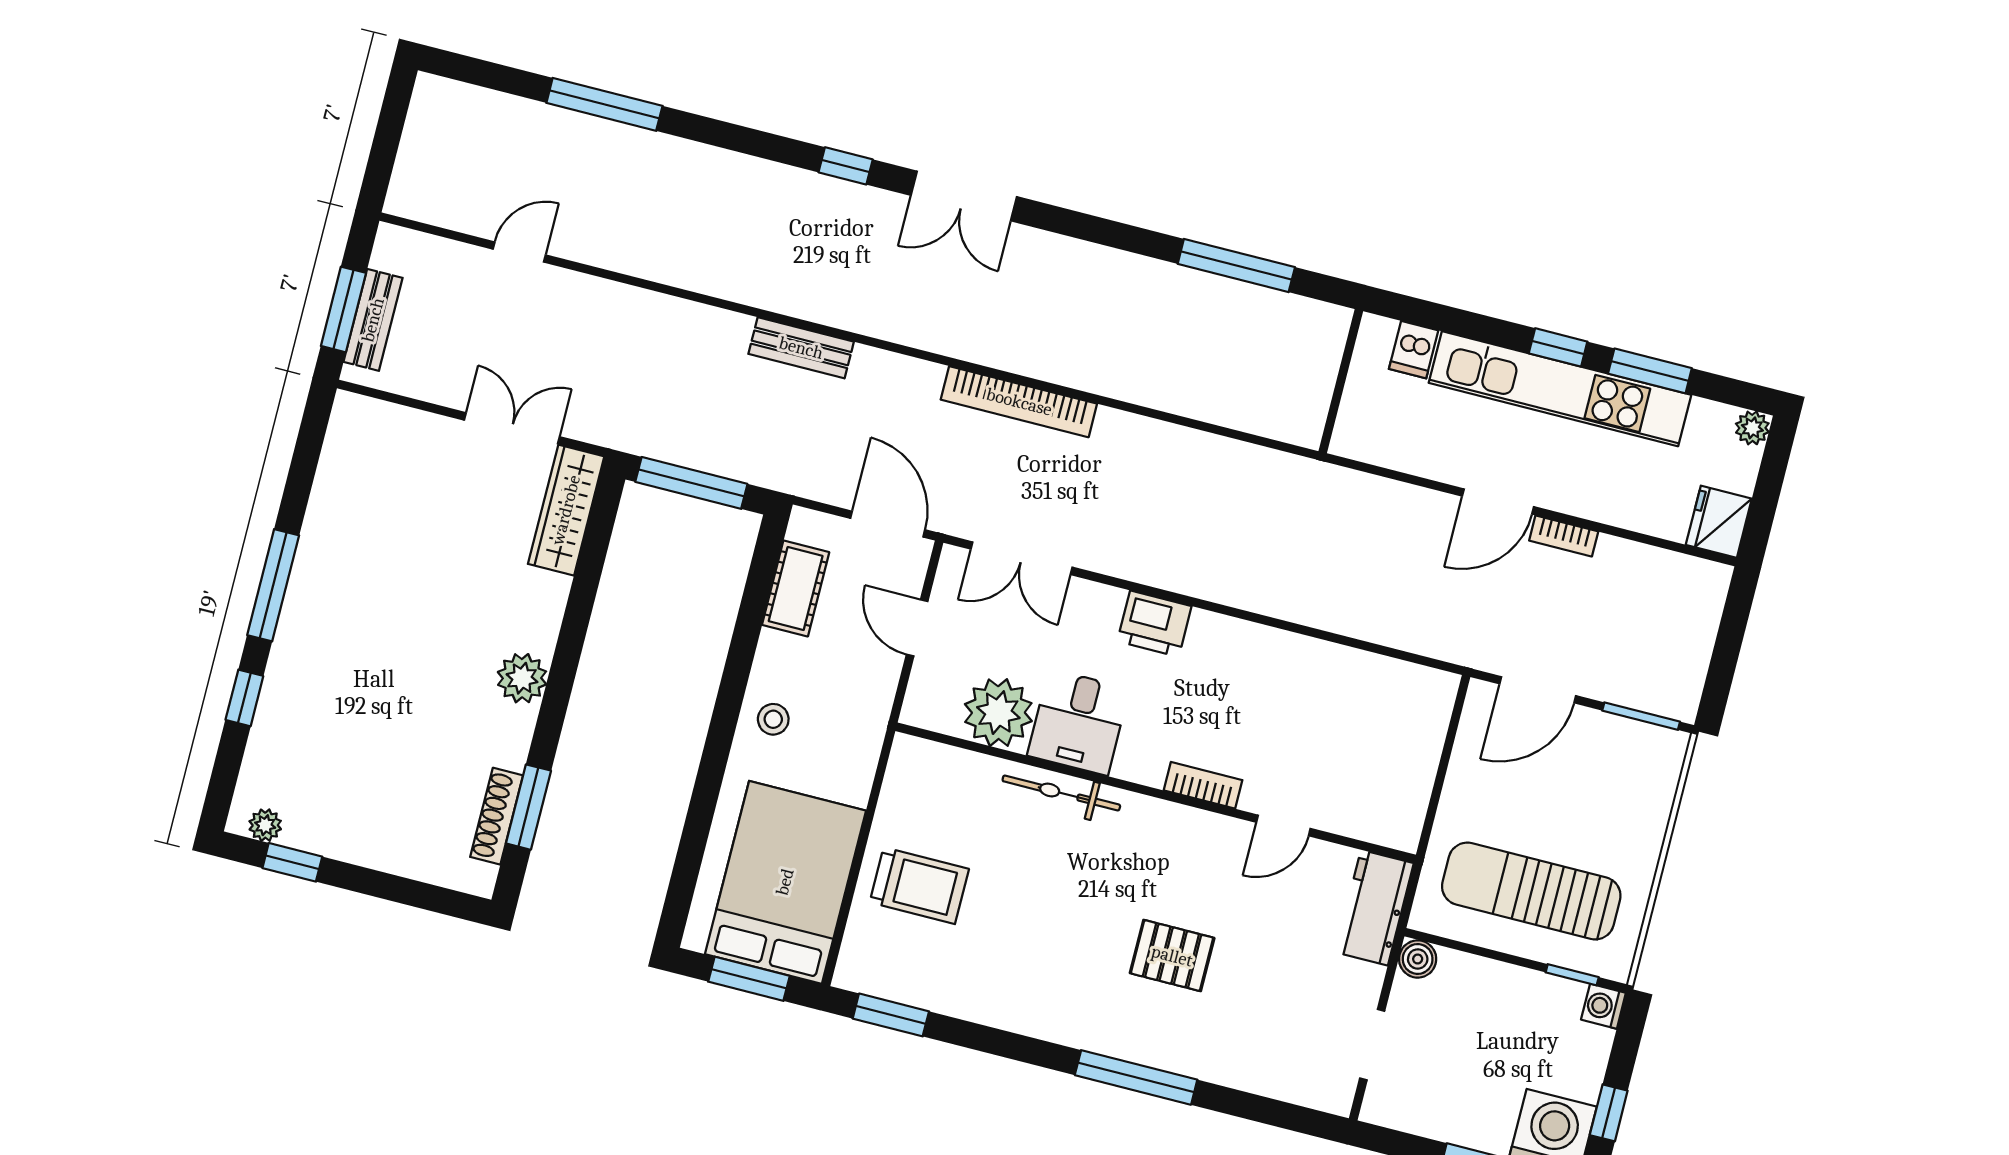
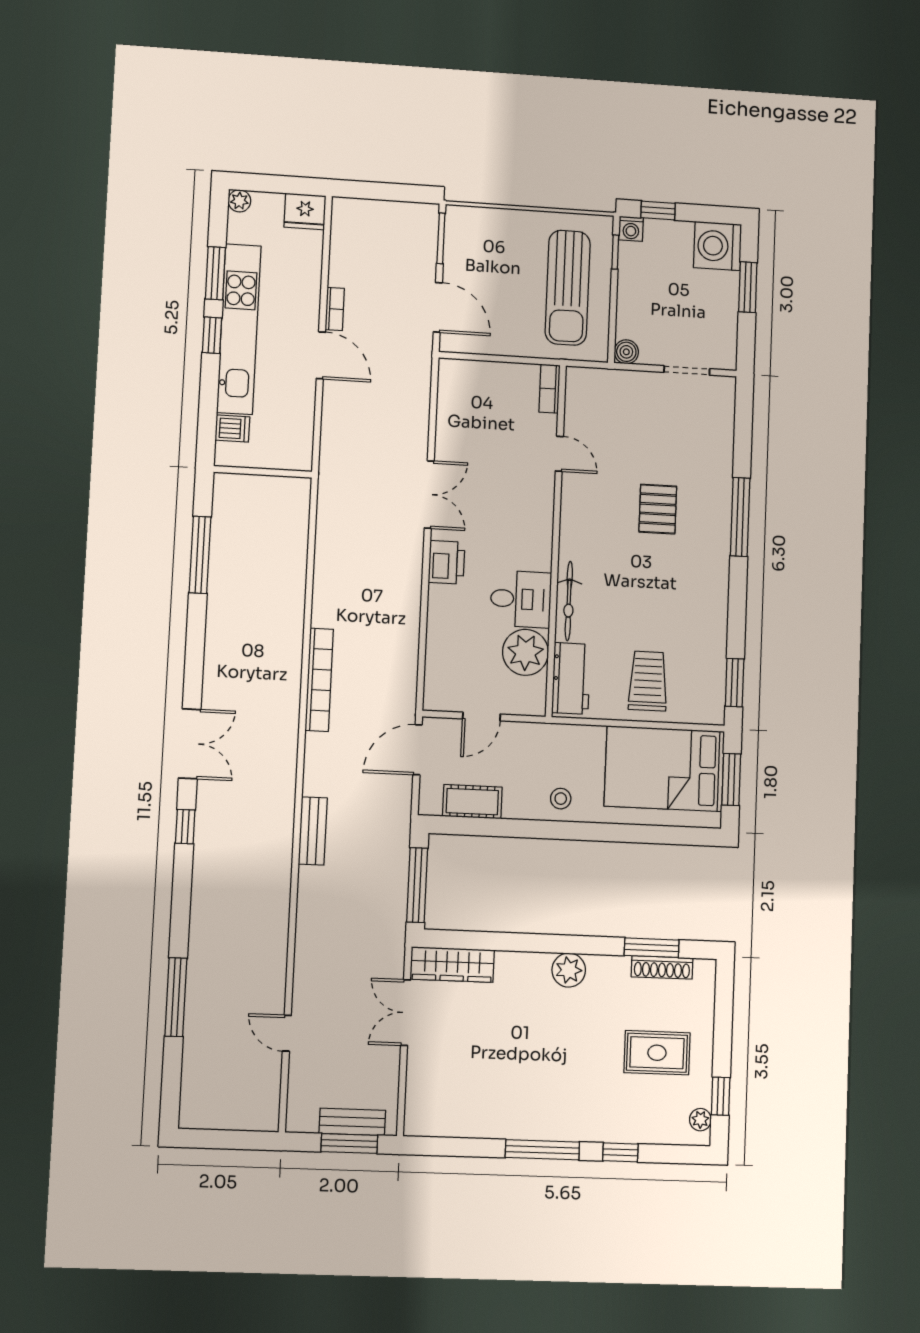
double door: (1022, 558) -> (429, 495), moved
rug: (375, 782) -> (657, 1053), added
bookcase: (1203, 785) -> (549, 389), moved
workbench: (1374, 908) -> (571, 678), moved, turned -90
window: (1609, 1113) -> (658, 210), moved

